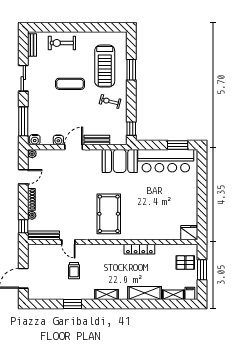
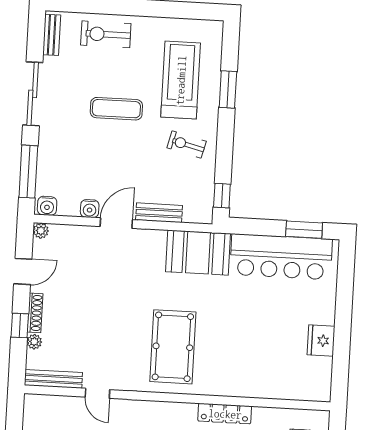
treadmill: (105, 66) -> (181, 80), turned 180
sliding door: (23, 78) -> (33, 94), width x1.37
window: (23, 226) -> (20, 326), moved
fridge: (189, 233) -> (321, 340), moved, turned -90

